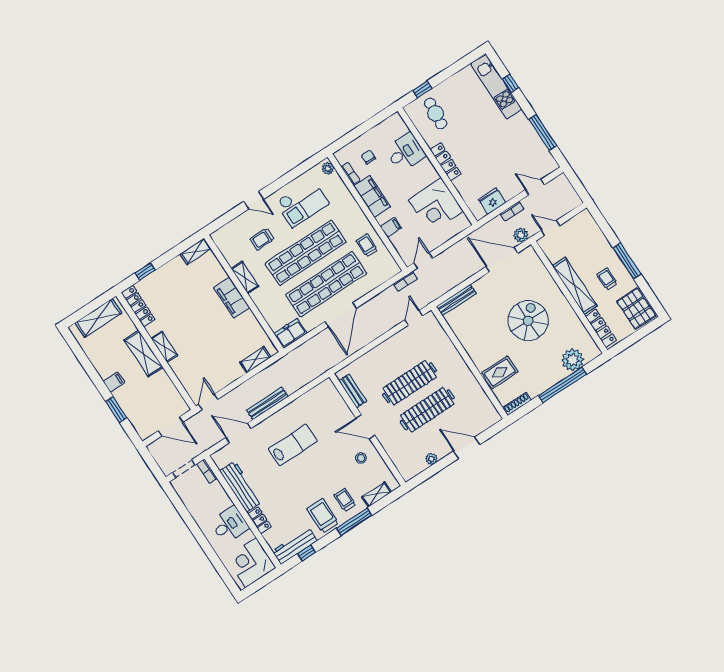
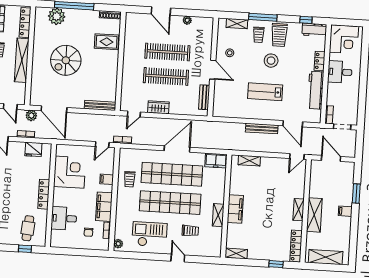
wardrobe: (393, 344) -> (158, 107), added
stool: (311, 482) -> (271, 61), added
workbench: (295, 546) -> (314, 30), width x0.73

